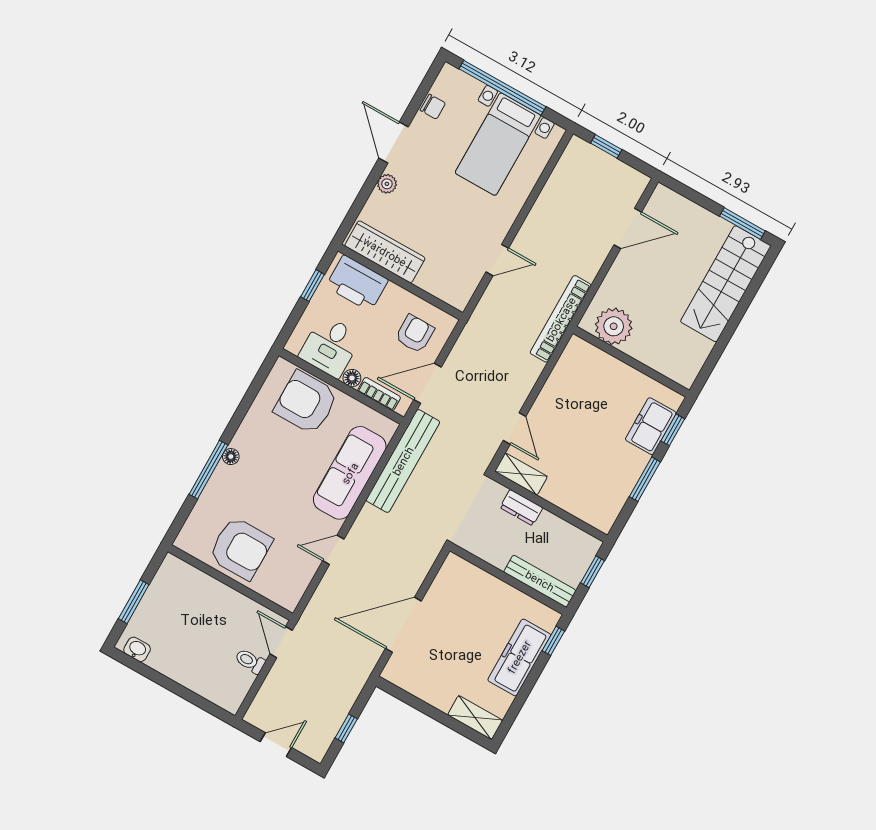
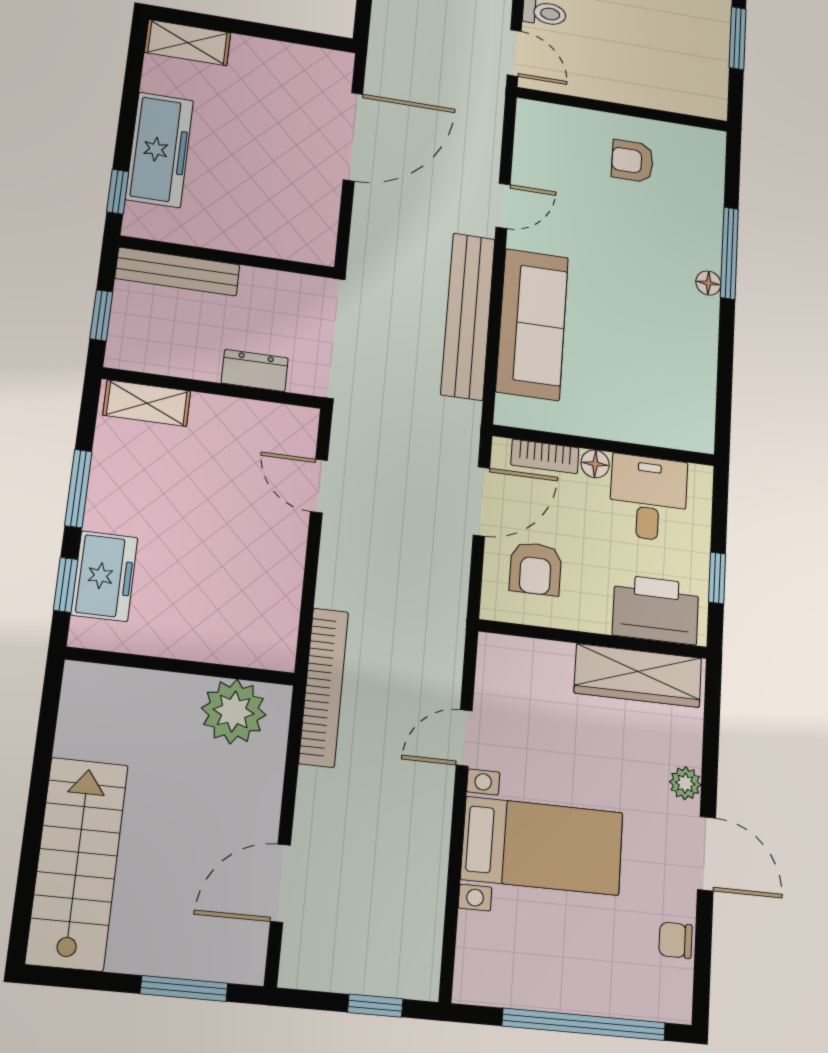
bed with nightstands: (498, 144) -> (542, 846), moved, turned 90
window: (742, 223) -> (184, 988), moved
armchair: (306, 402) -> (643, 401), removed
bench: (403, 461) -> (468, 316), moved
shelving: (521, 474) -> (147, 403), moved
armchair: (241, 548) -> (632, 161), width x0.53, depth x0.53

